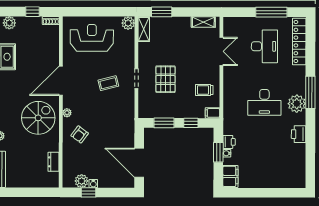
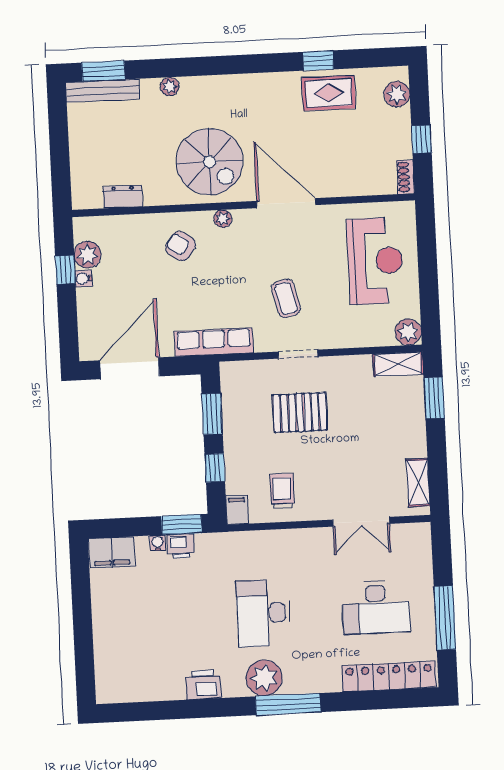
row of seats: (128, 120) -> (214, 342), added
window: (218, 152) -> (182, 525), moved

